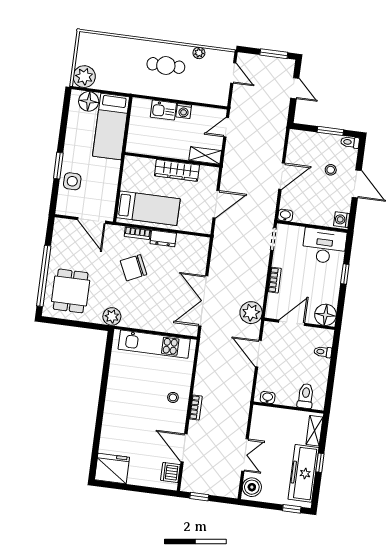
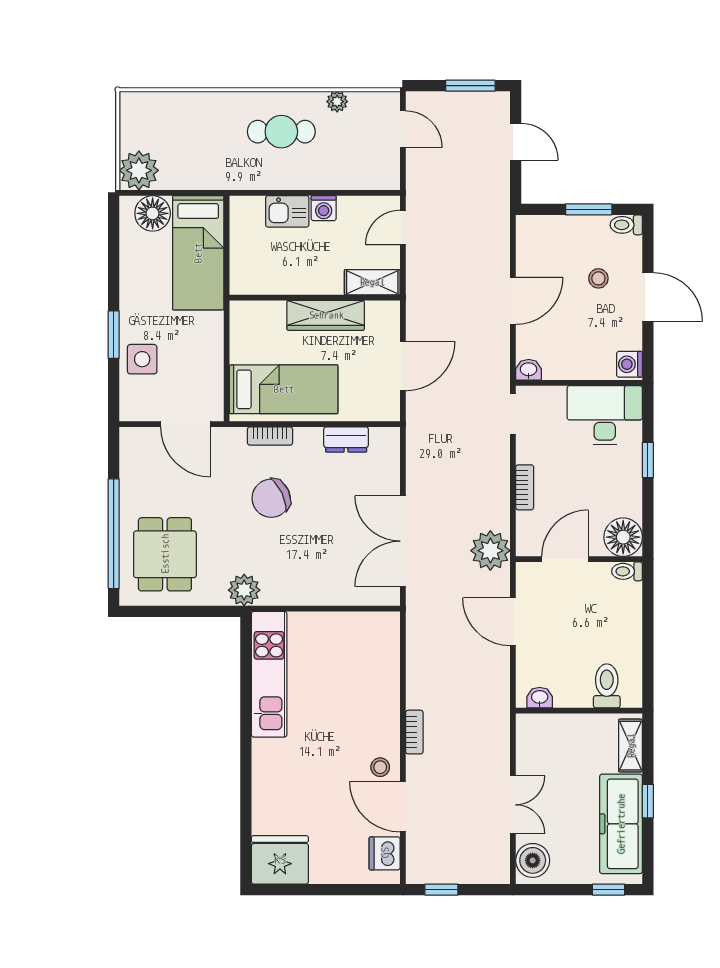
dresser: (163, 238) -> (346, 439), moved
kitchen unit: (154, 344) -> (269, 674), moved, turned -90
toilet: (323, 352) -> (627, 571), moved
stool: (173, 397) -> (380, 767), moved

